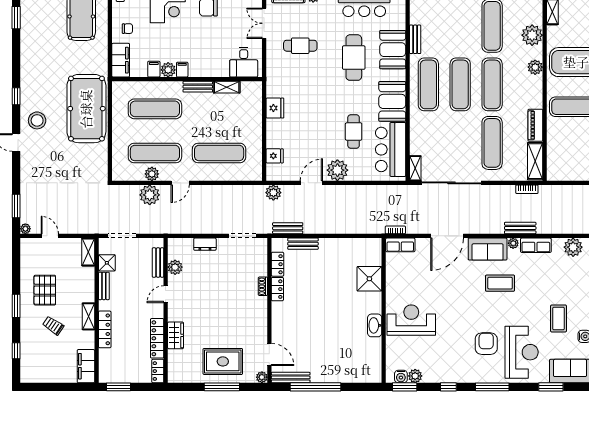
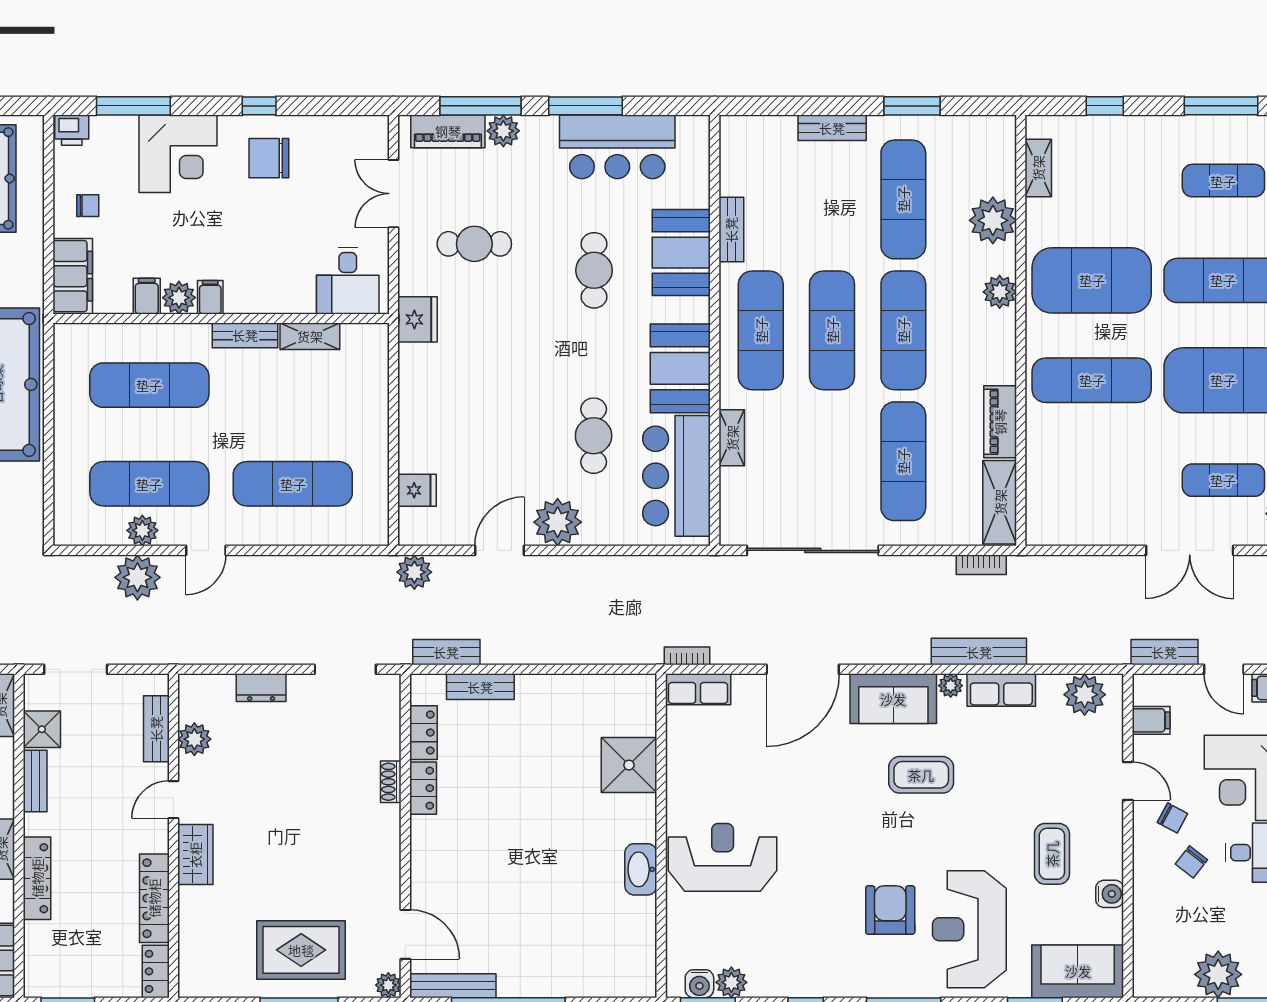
cafe table: (354, 58) -> (594, 270), width x0.73, depth x0.74
fridge: (275, 108) -> (417, 319), moved
shelving: (415, 168) -> (732, 438), moved
bench: (520, 228) -> (979, 652), width x1.36
wardrobe: (176, 335) -> (195, 855), moved
reception desk: (522, 352) -> (969, 929), turned 180

